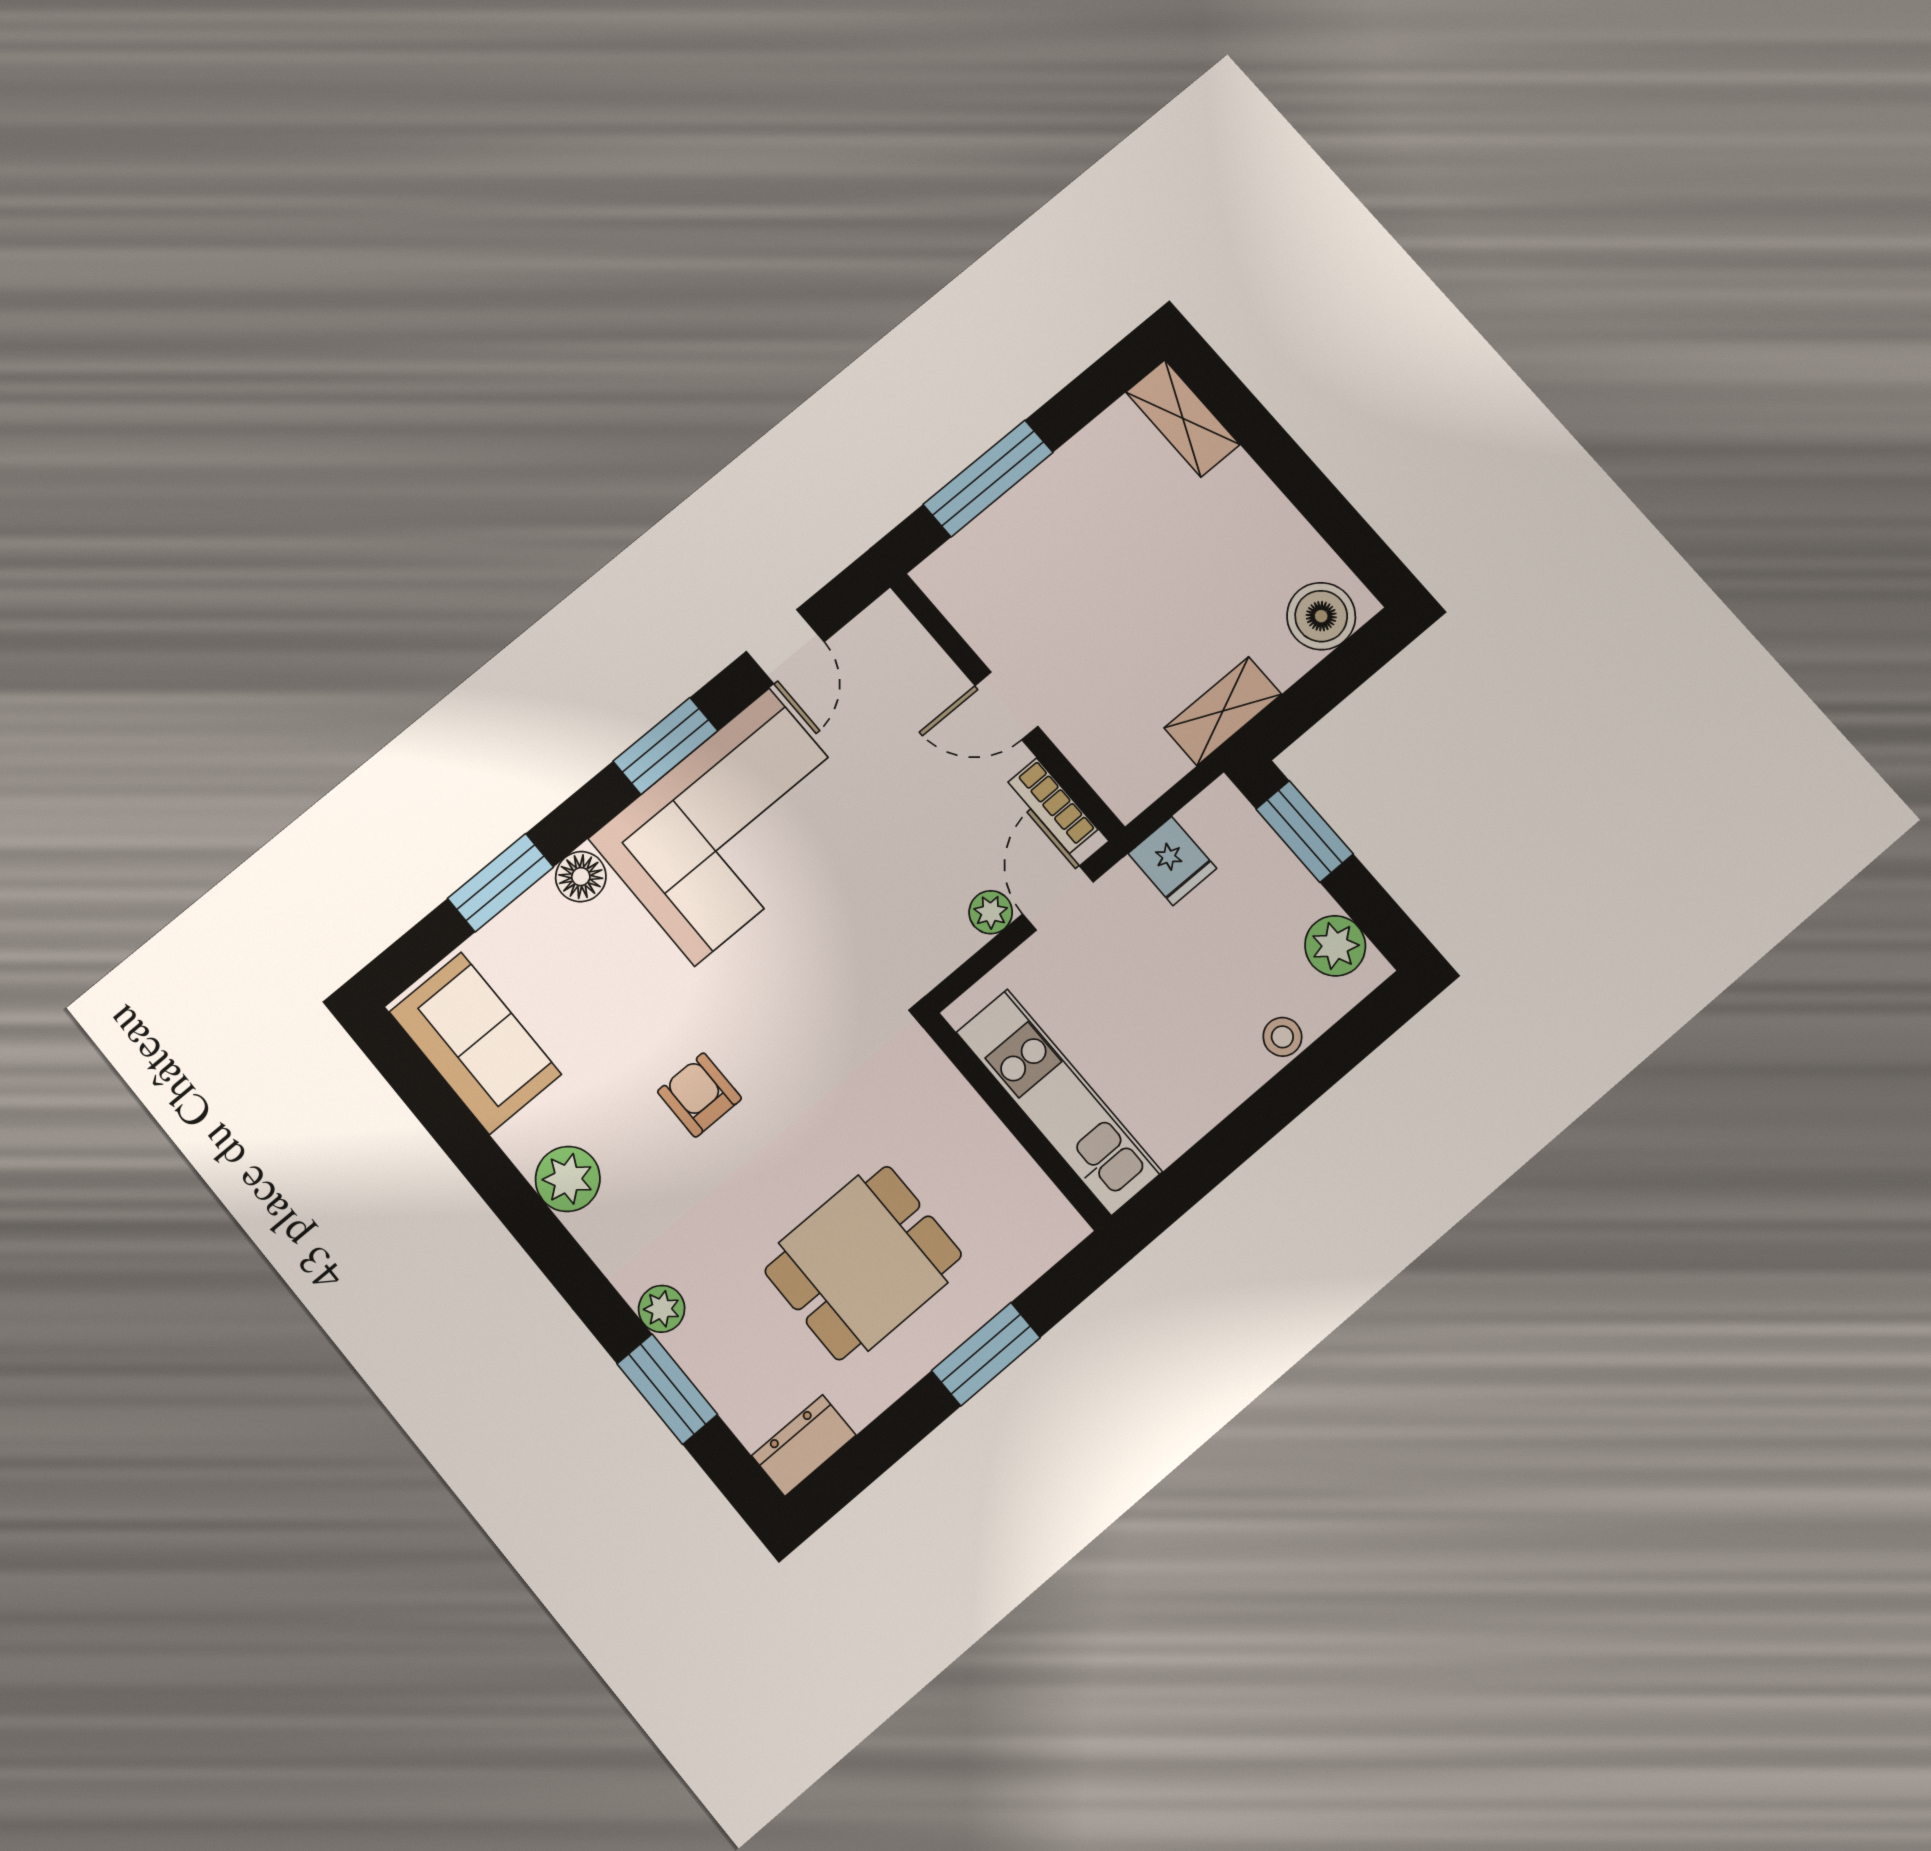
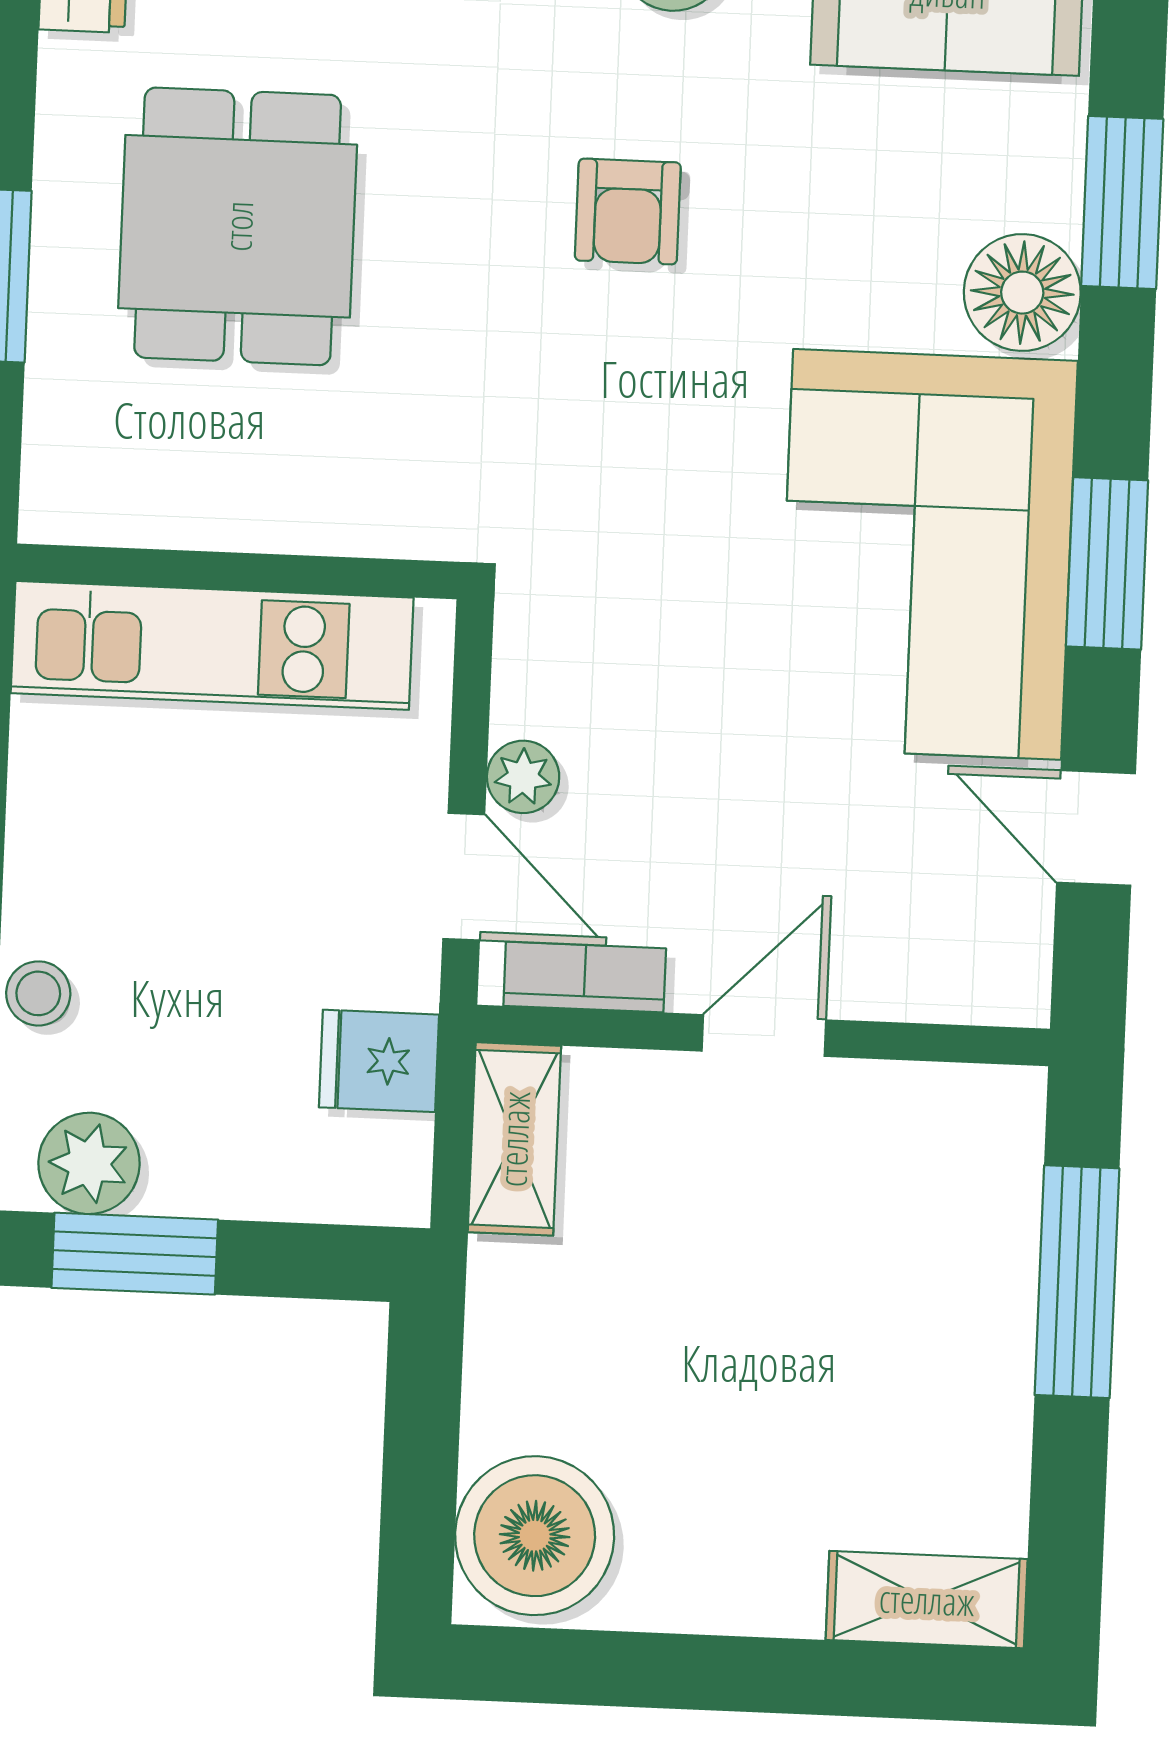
boiler: (1321, 616) -> (535, 1536), width x1.37, depth x1.37
shelving: (1223, 711) -> (514, 1139), moved
window: (1305, 831) -> (135, 1254), moved
floor lamp: (581, 877) -> (1022, 293), width x1.38, depth x1.38
armchair: (699, 1095) -> (628, 212), turned 90

